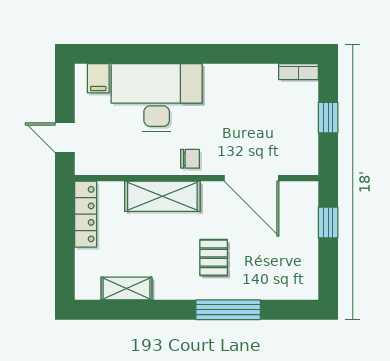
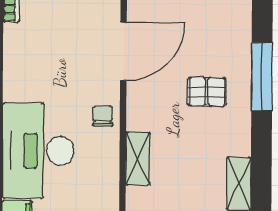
shelving: (162, 196) -> (138, 159), width x0.67, depth x0.75

